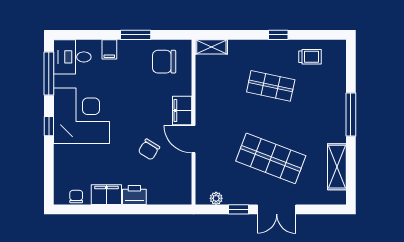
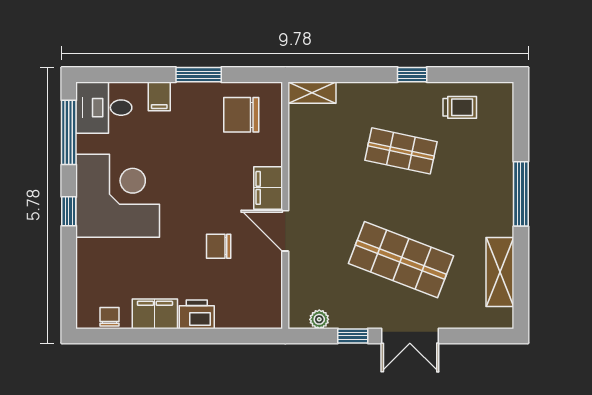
chair: (149, 149) -> (219, 246), turned 58

